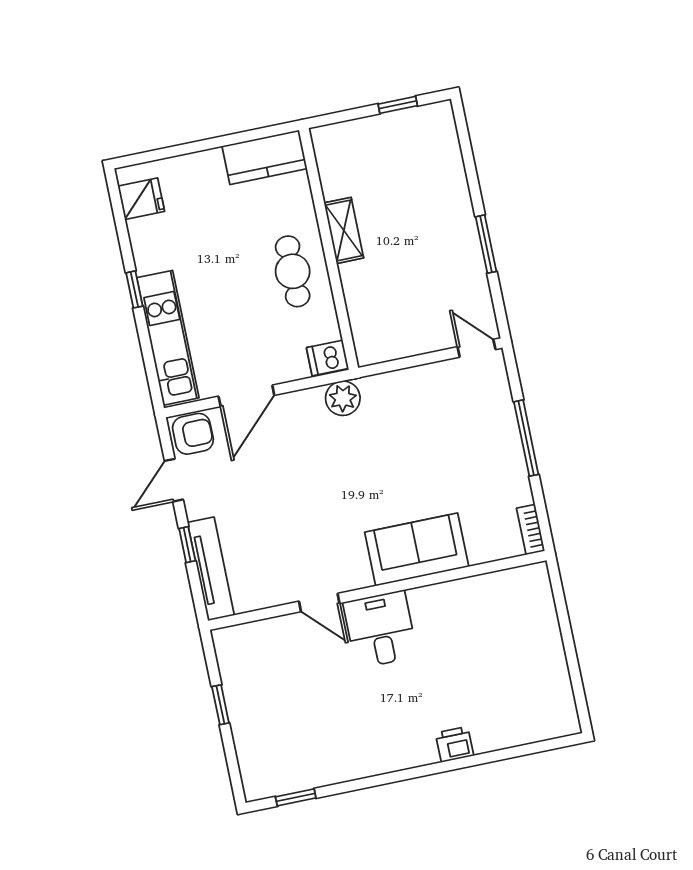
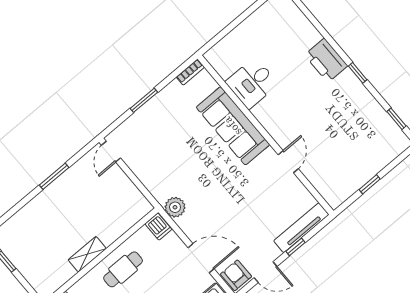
window: (526, 438) -> (144, 100), width x0.69
sofa: (417, 549) -> (233, 126), width x1.36
desk: (380, 629) -> (252, 83), moved
printer: (455, 744) -> (326, 60), width x1.87, depth x1.48
window: (395, 777) -> (358, 73), added

